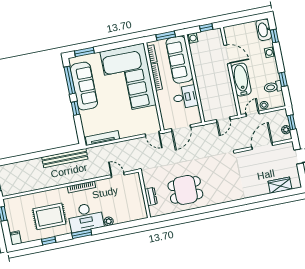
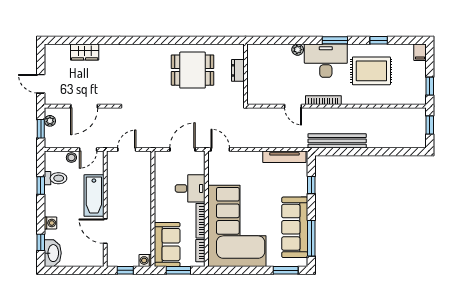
sofa: (179, 60) -> (167, 245), width x0.73
desk: (185, 97) -> (190, 188), moved, turned 180
window: (75, 108) -> (311, 185), moved
door: (118, 175) -> (293, 106), moved
wardrobe: (280, 185) -> (85, 52), moved

